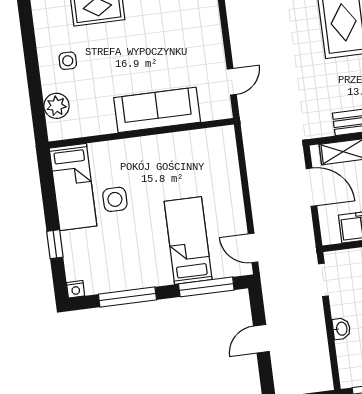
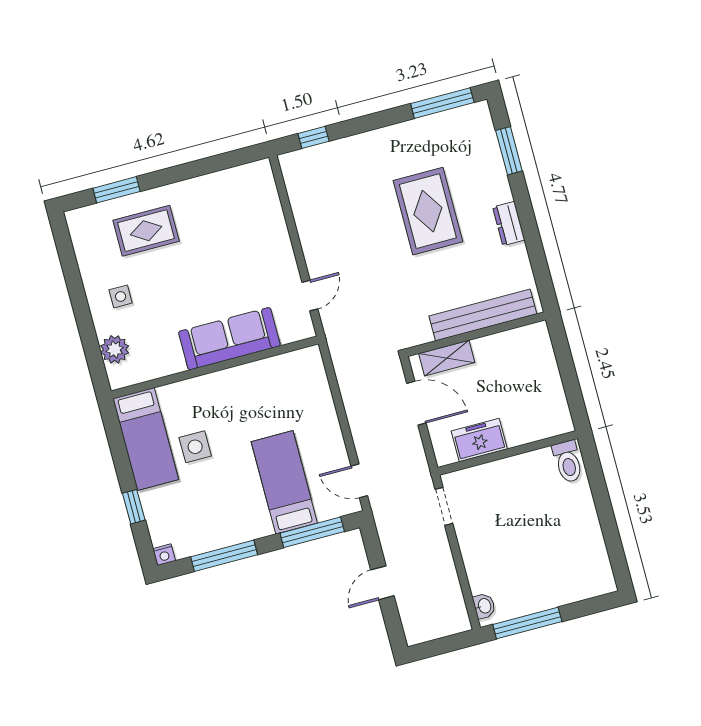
washbasin: (341, 329) -> (484, 606), moved

